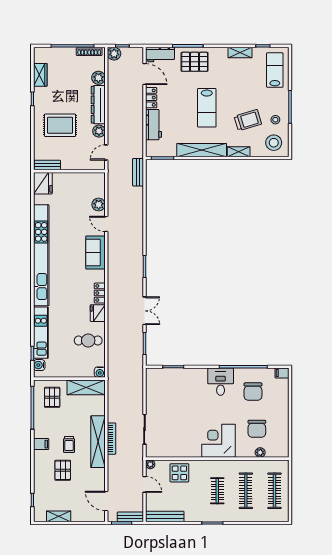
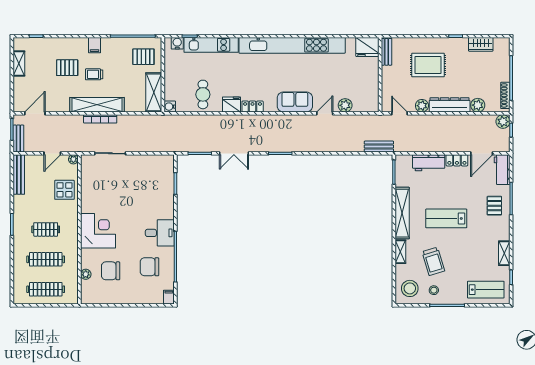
pallet: (195, 62) -> (494, 206), width x0.67, depth x0.71
rug: (60, 125) -> (428, 65), turned 90

